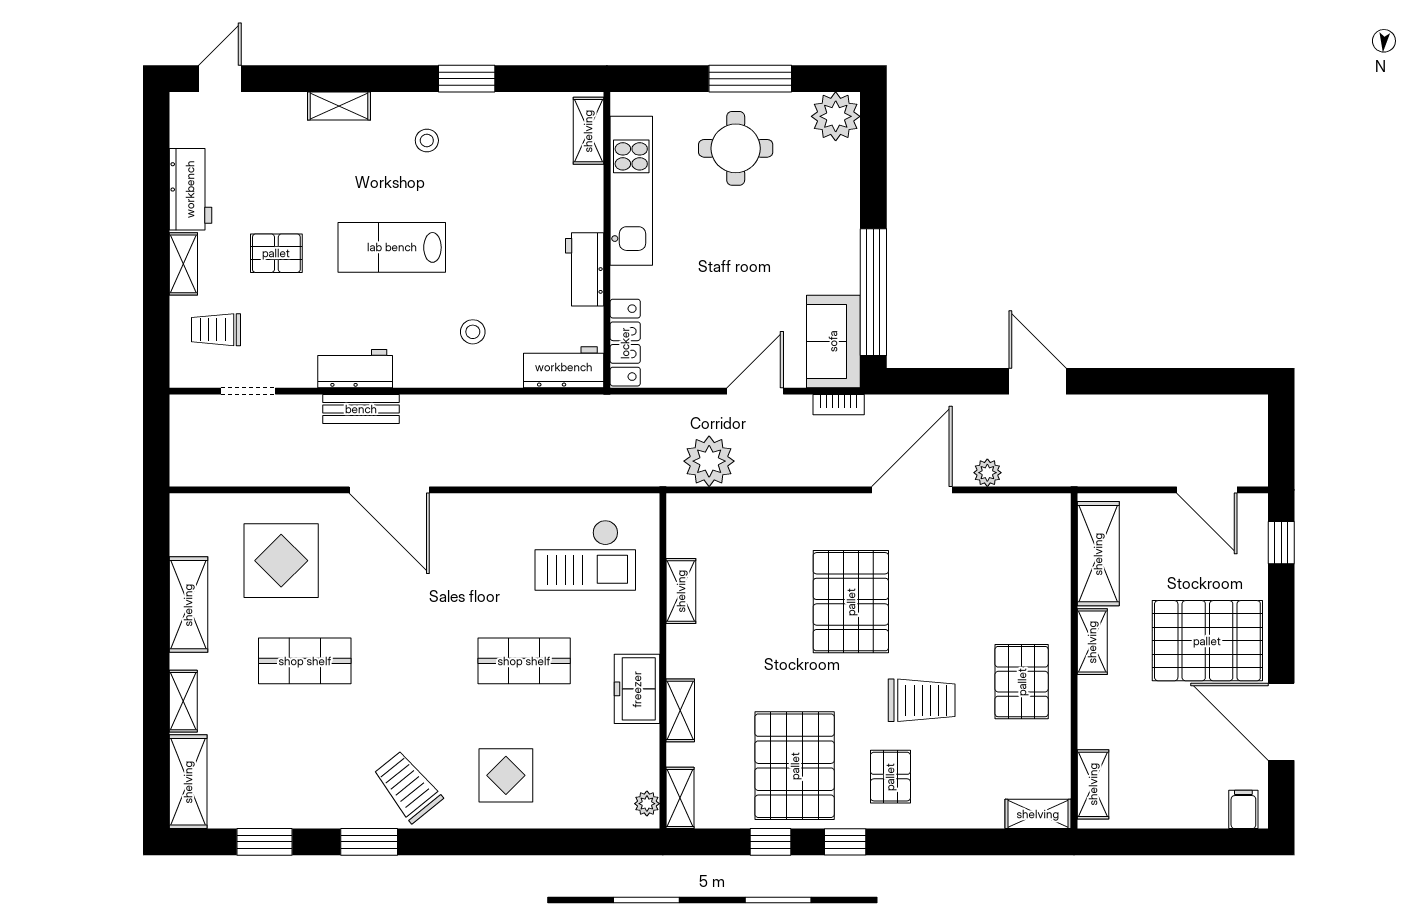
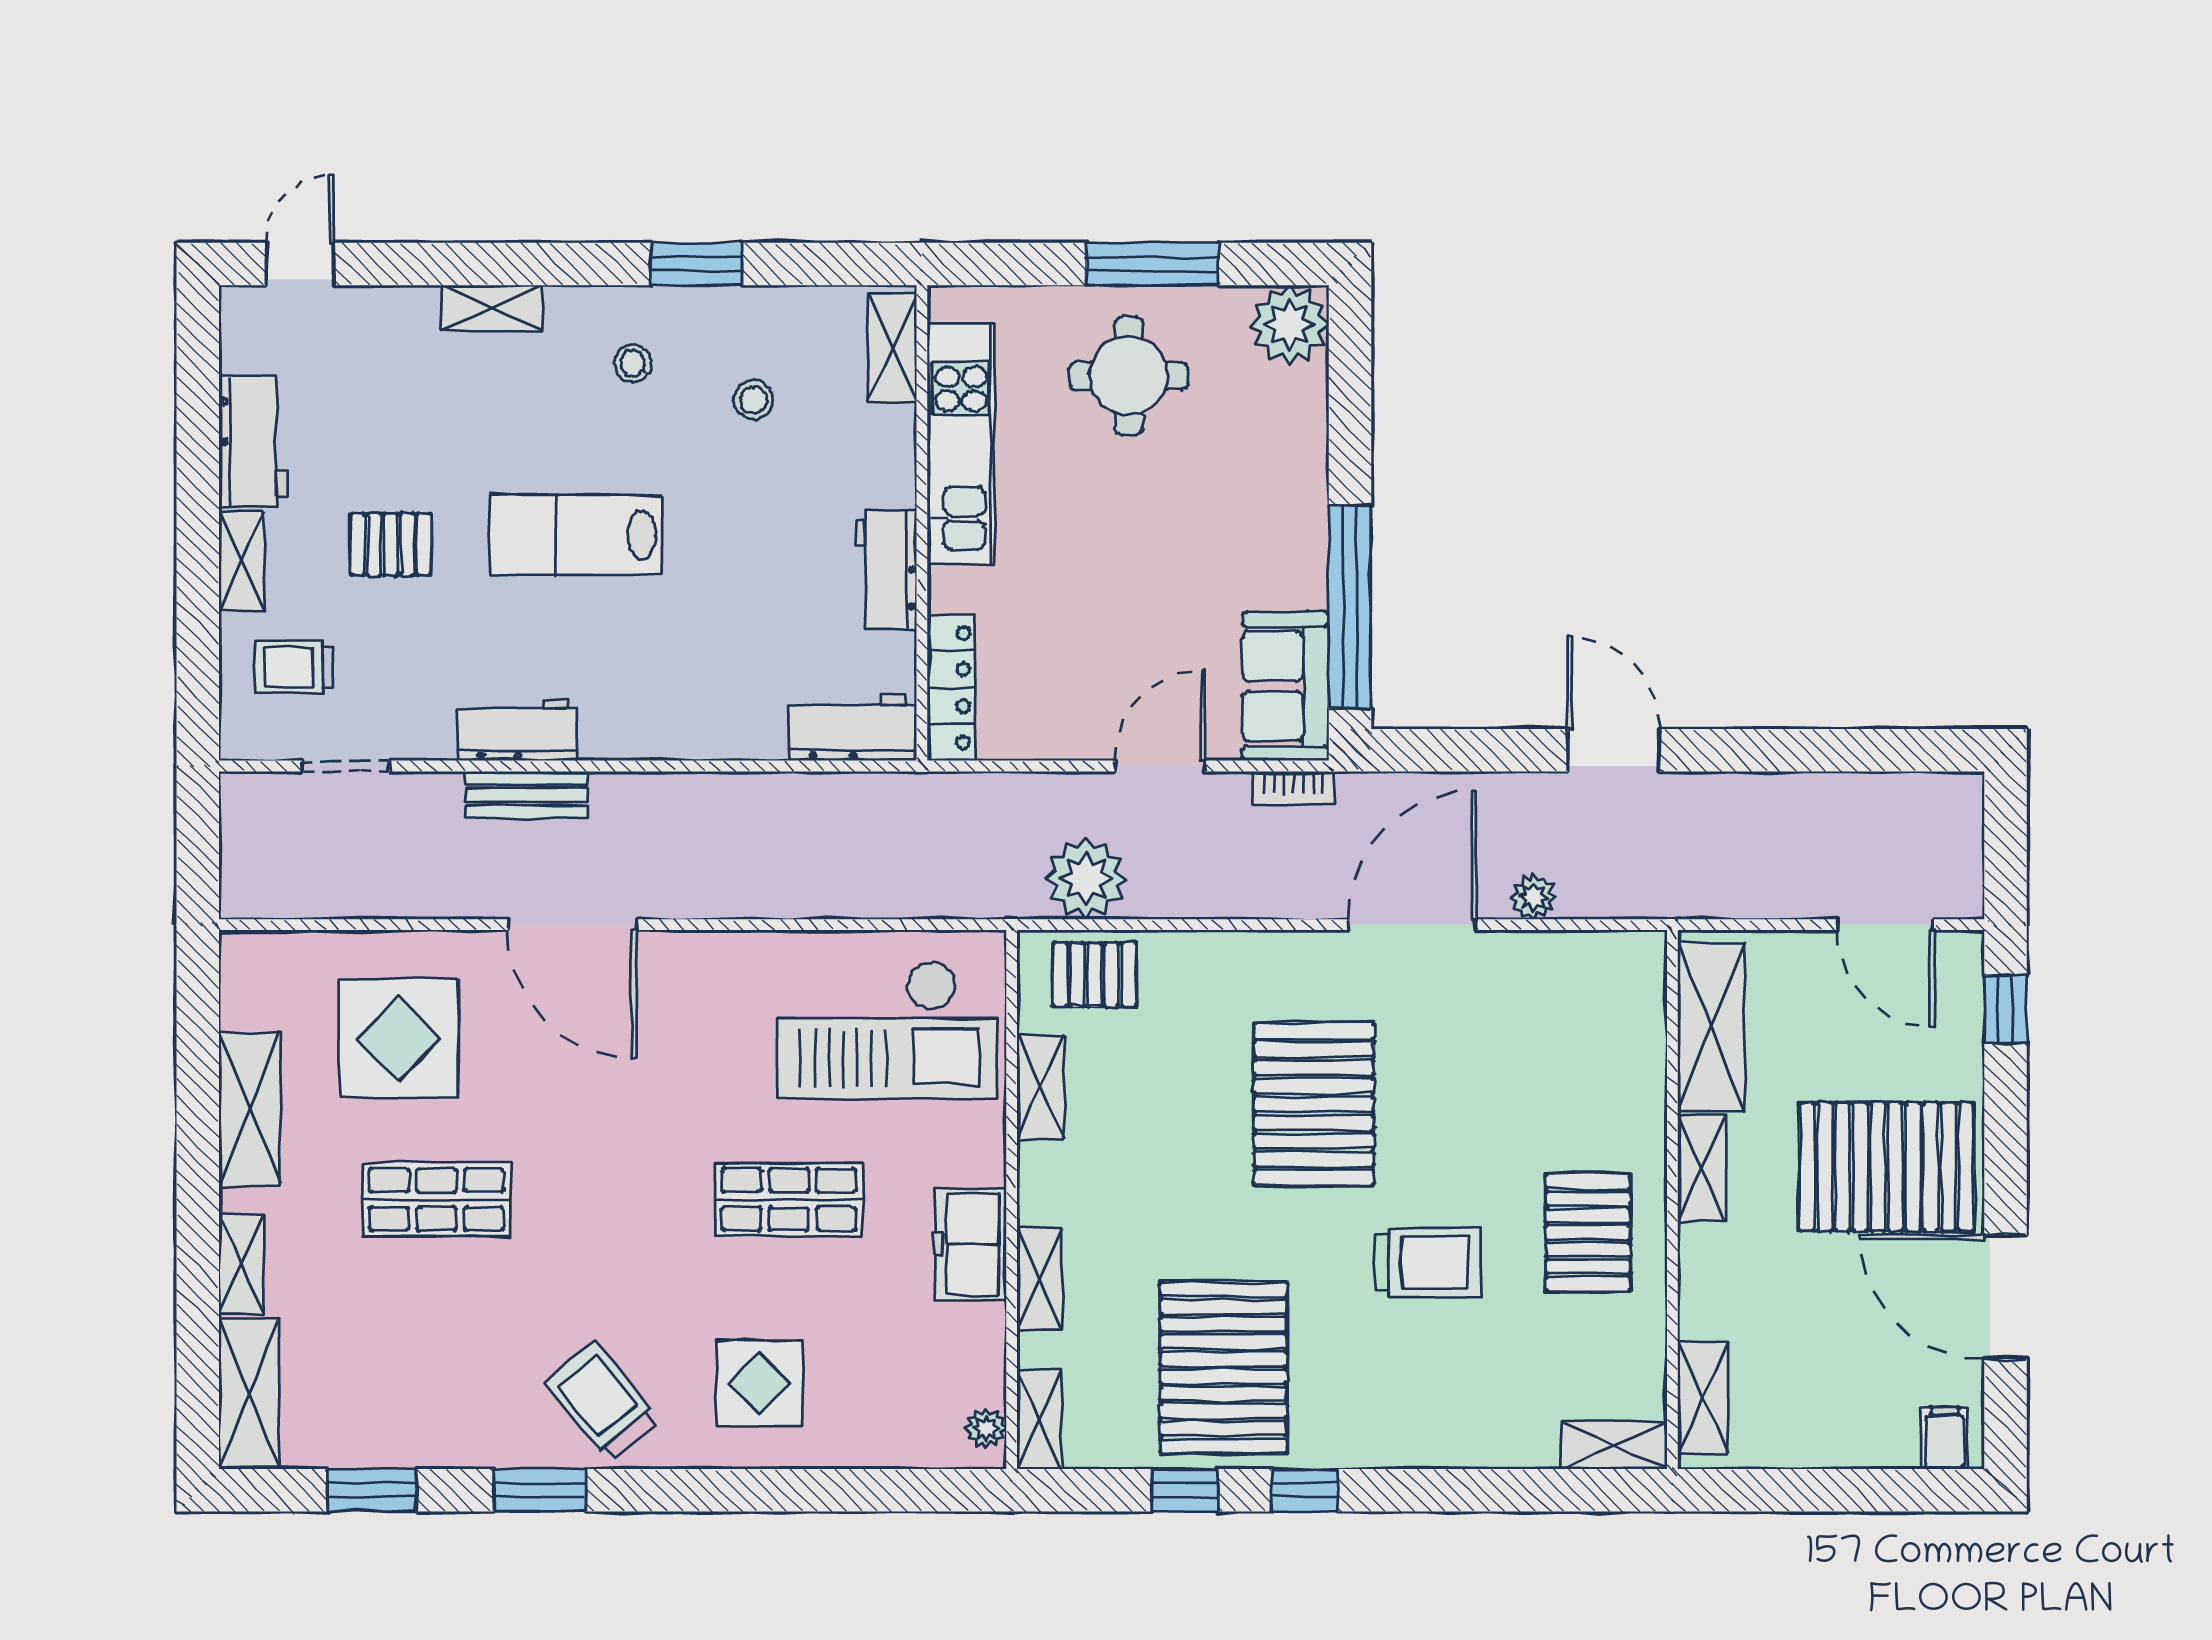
stool: (473, 332) -> (753, 400), moved
checkout: (585, 555) -> (887, 1029), width x1.36, depth x1.21
pallet: (890, 777) -> (1094, 975), moved, turned 90

